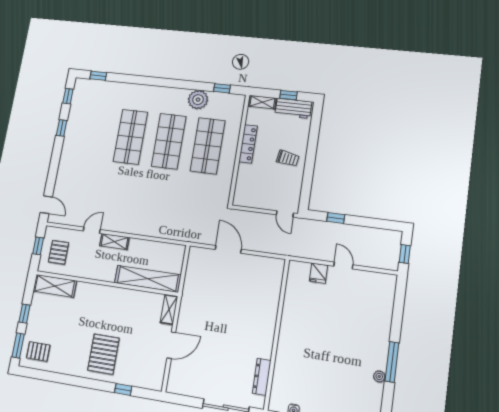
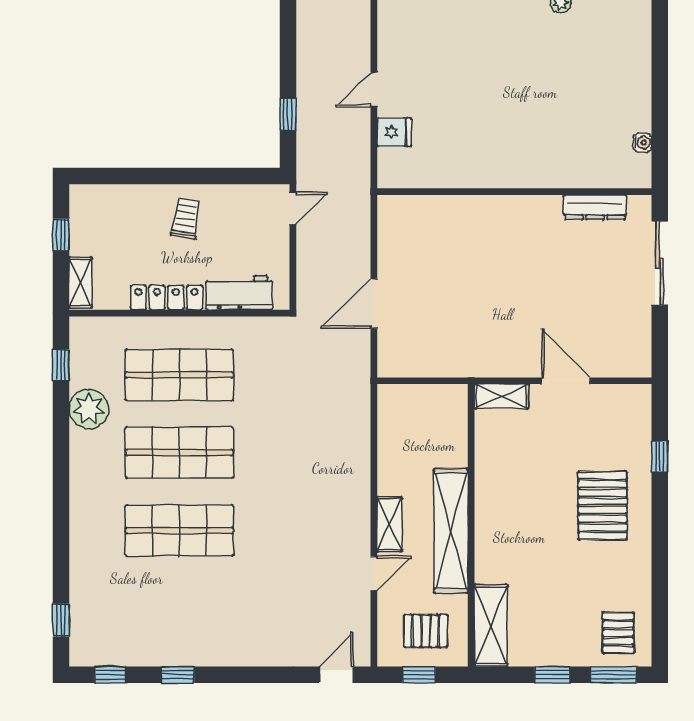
workbench: (293, 108) -> (239, 293), moved, turned -90
door: (92, 230) -> (374, 573), swing flipped
shelving: (148, 279) -> (451, 531), moved
pallet: (103, 354) -> (602, 506), turned 90

